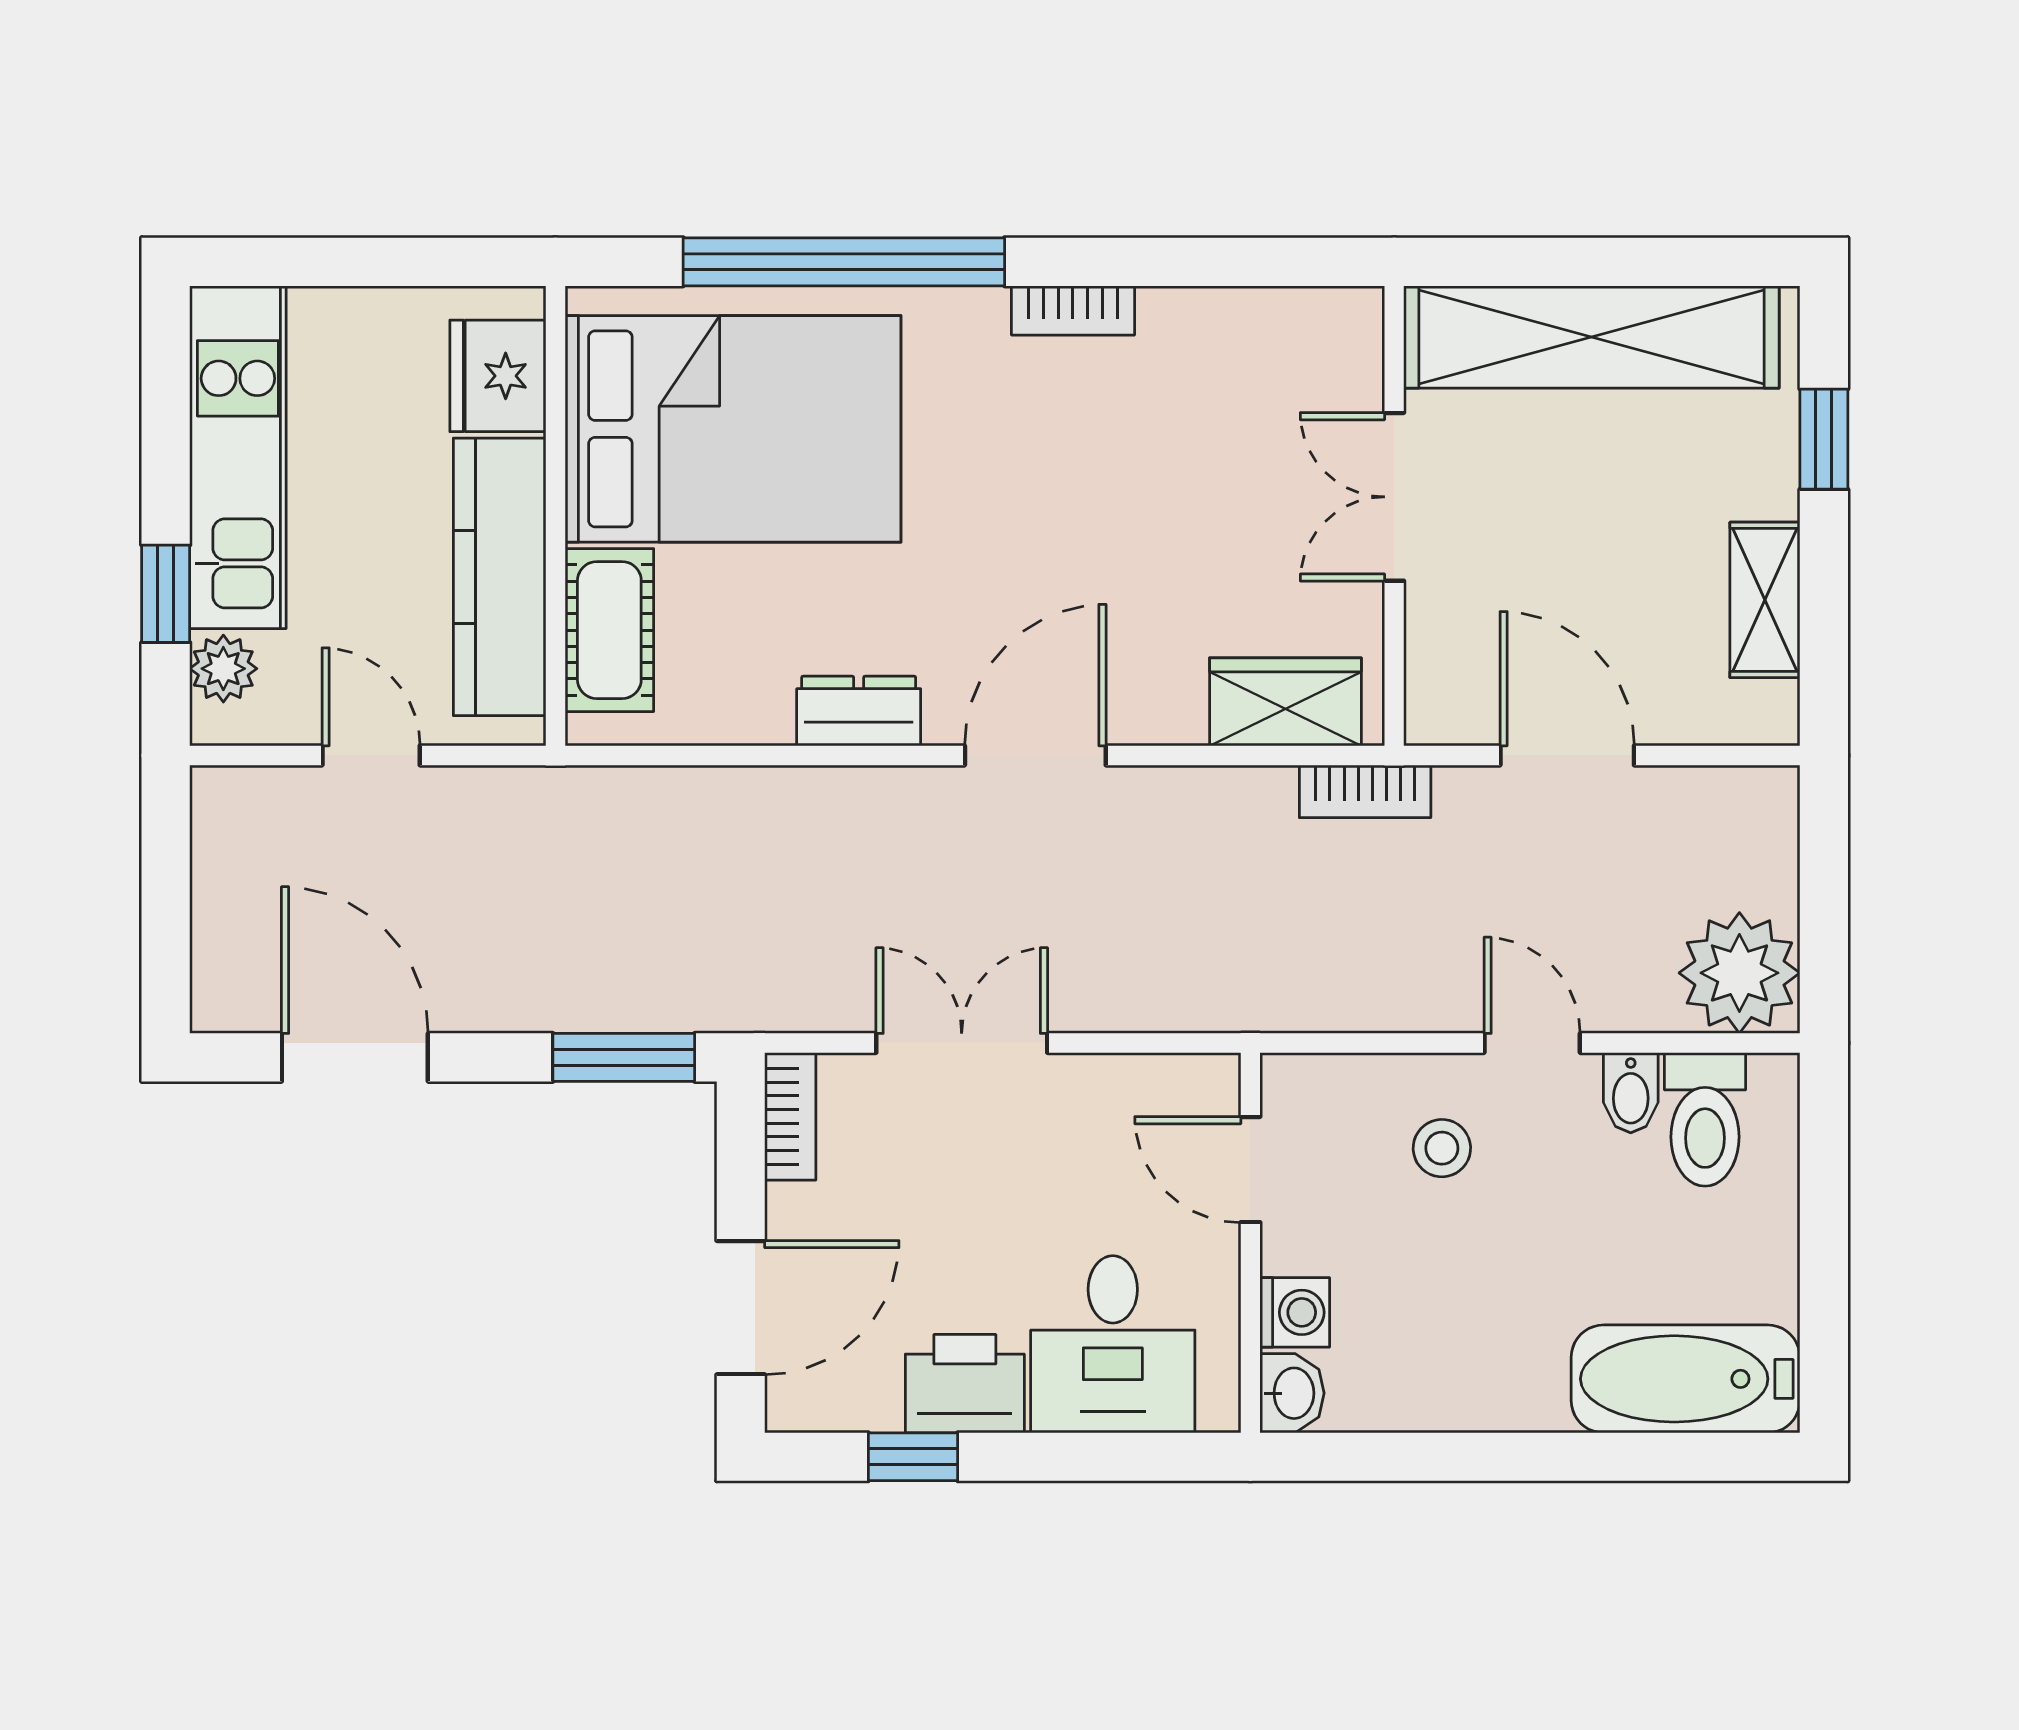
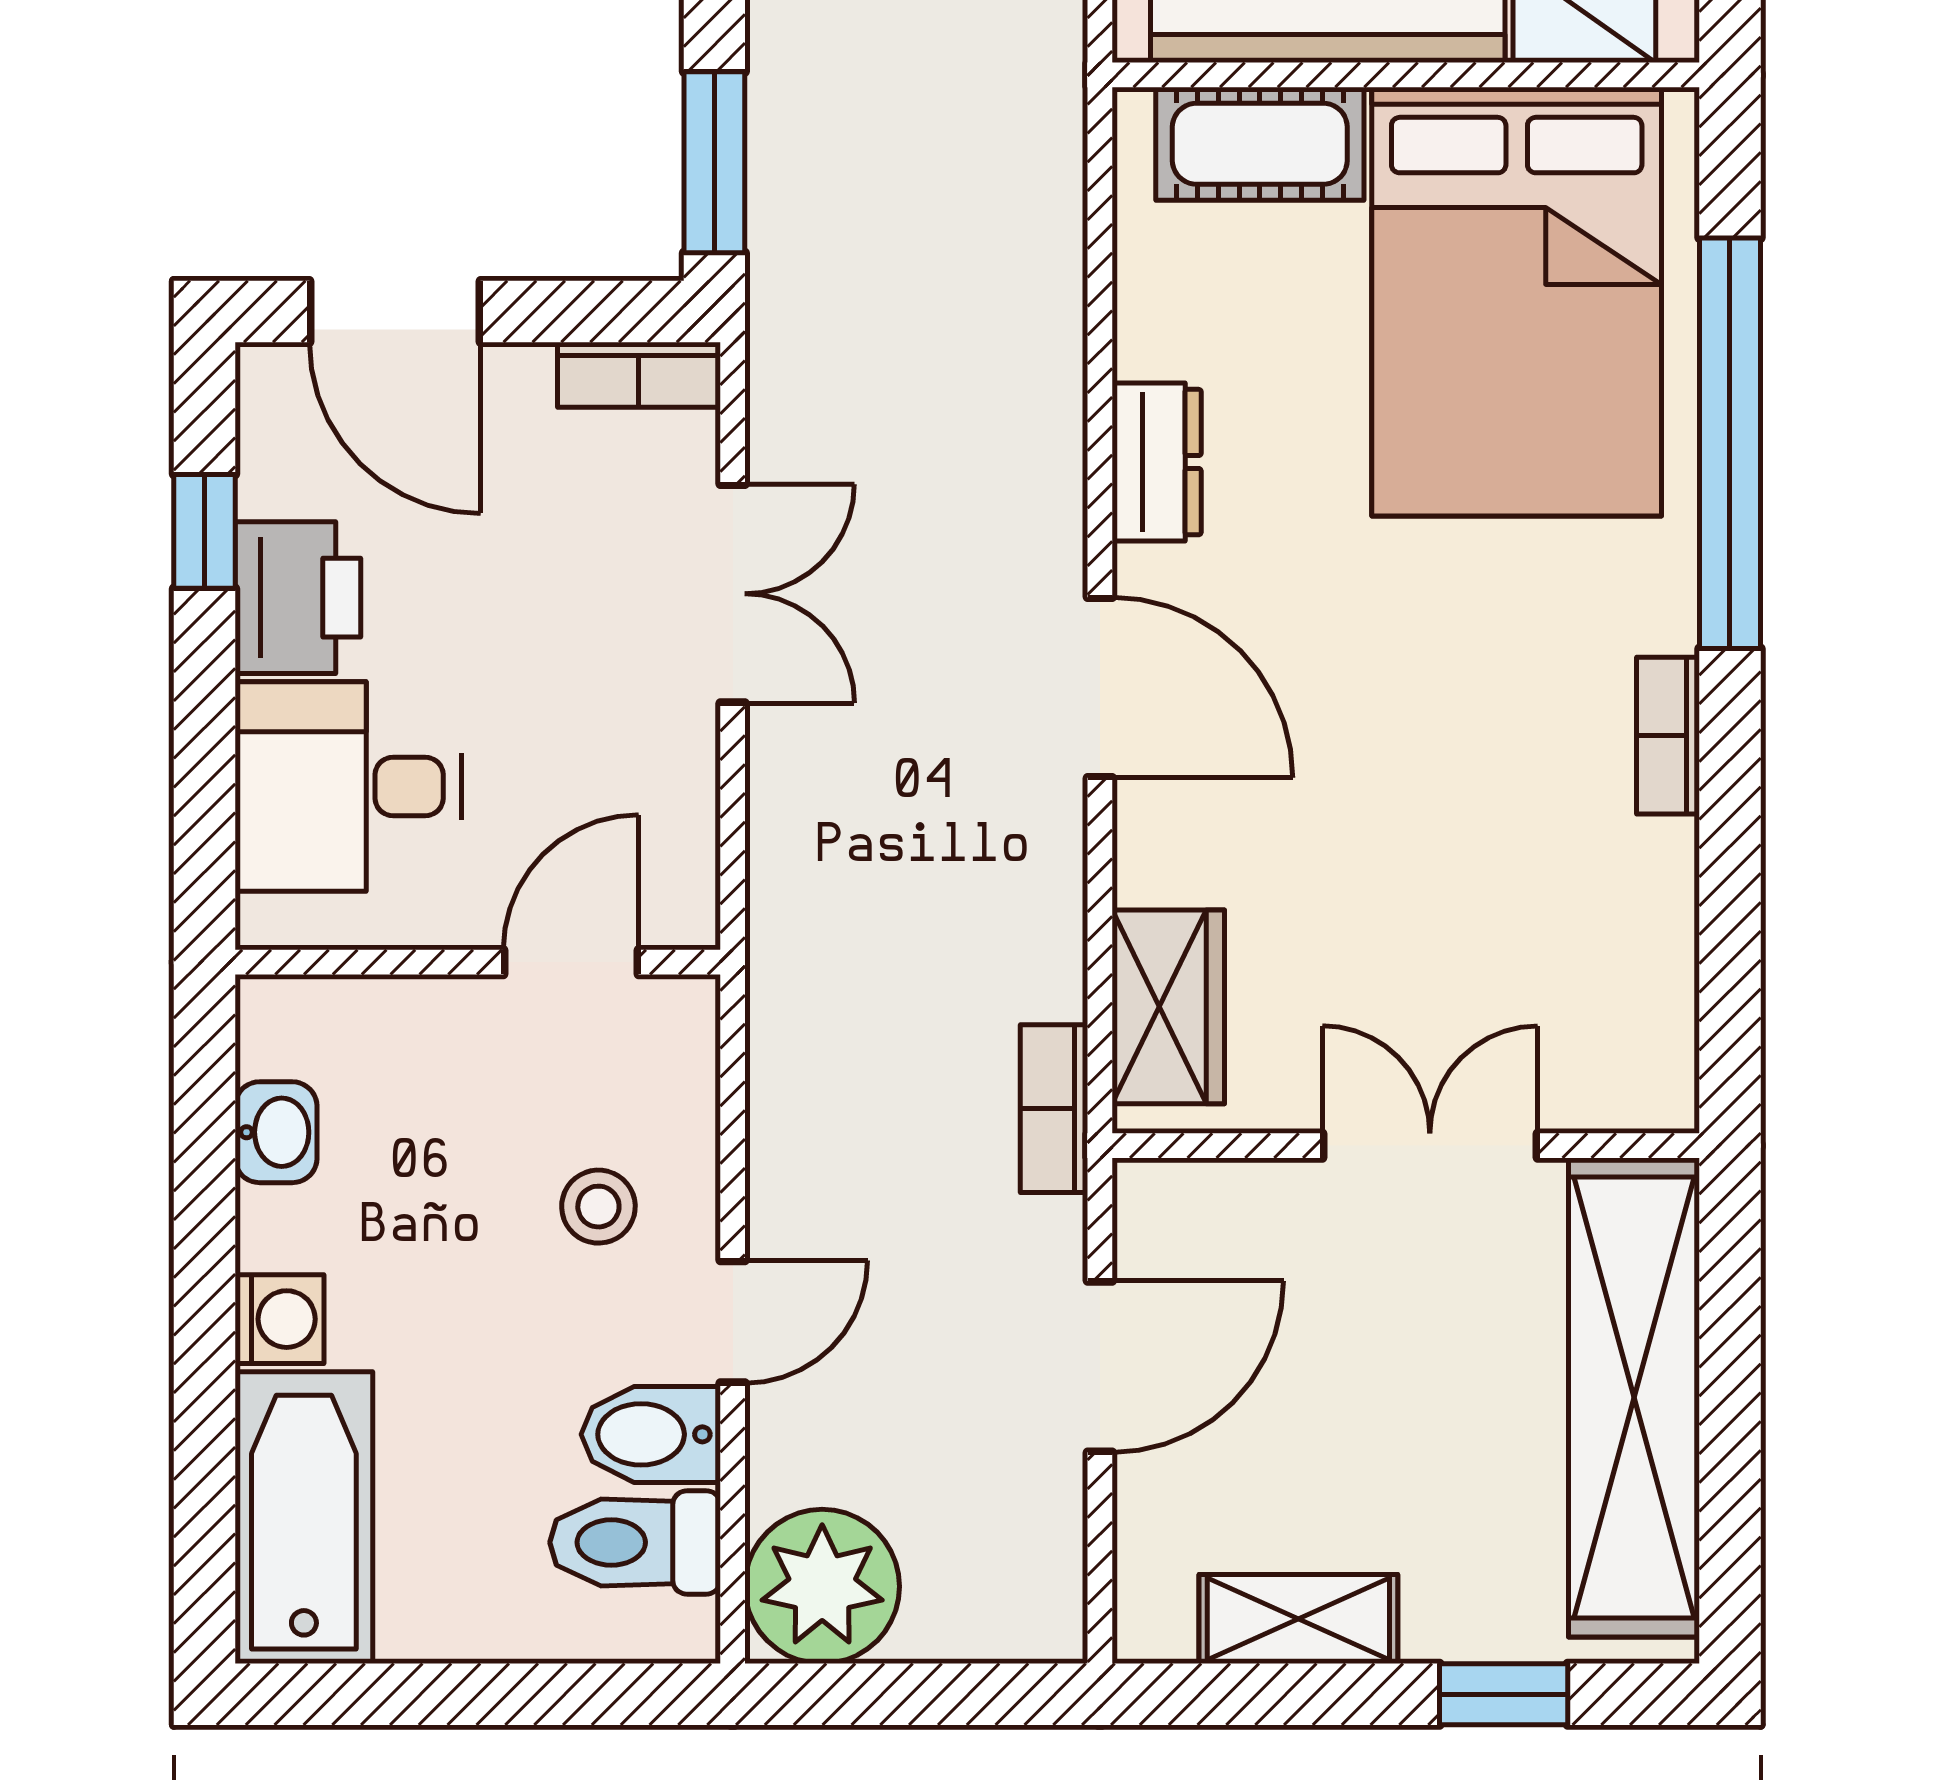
bidet: (1631, 1093) -> (651, 1434), width x1.38, depth x1.36
washing machine: (1295, 1312) -> (280, 1319), moved, turned -90
washbasin: (1292, 1393) -> (276, 1132), moved, turned -90

